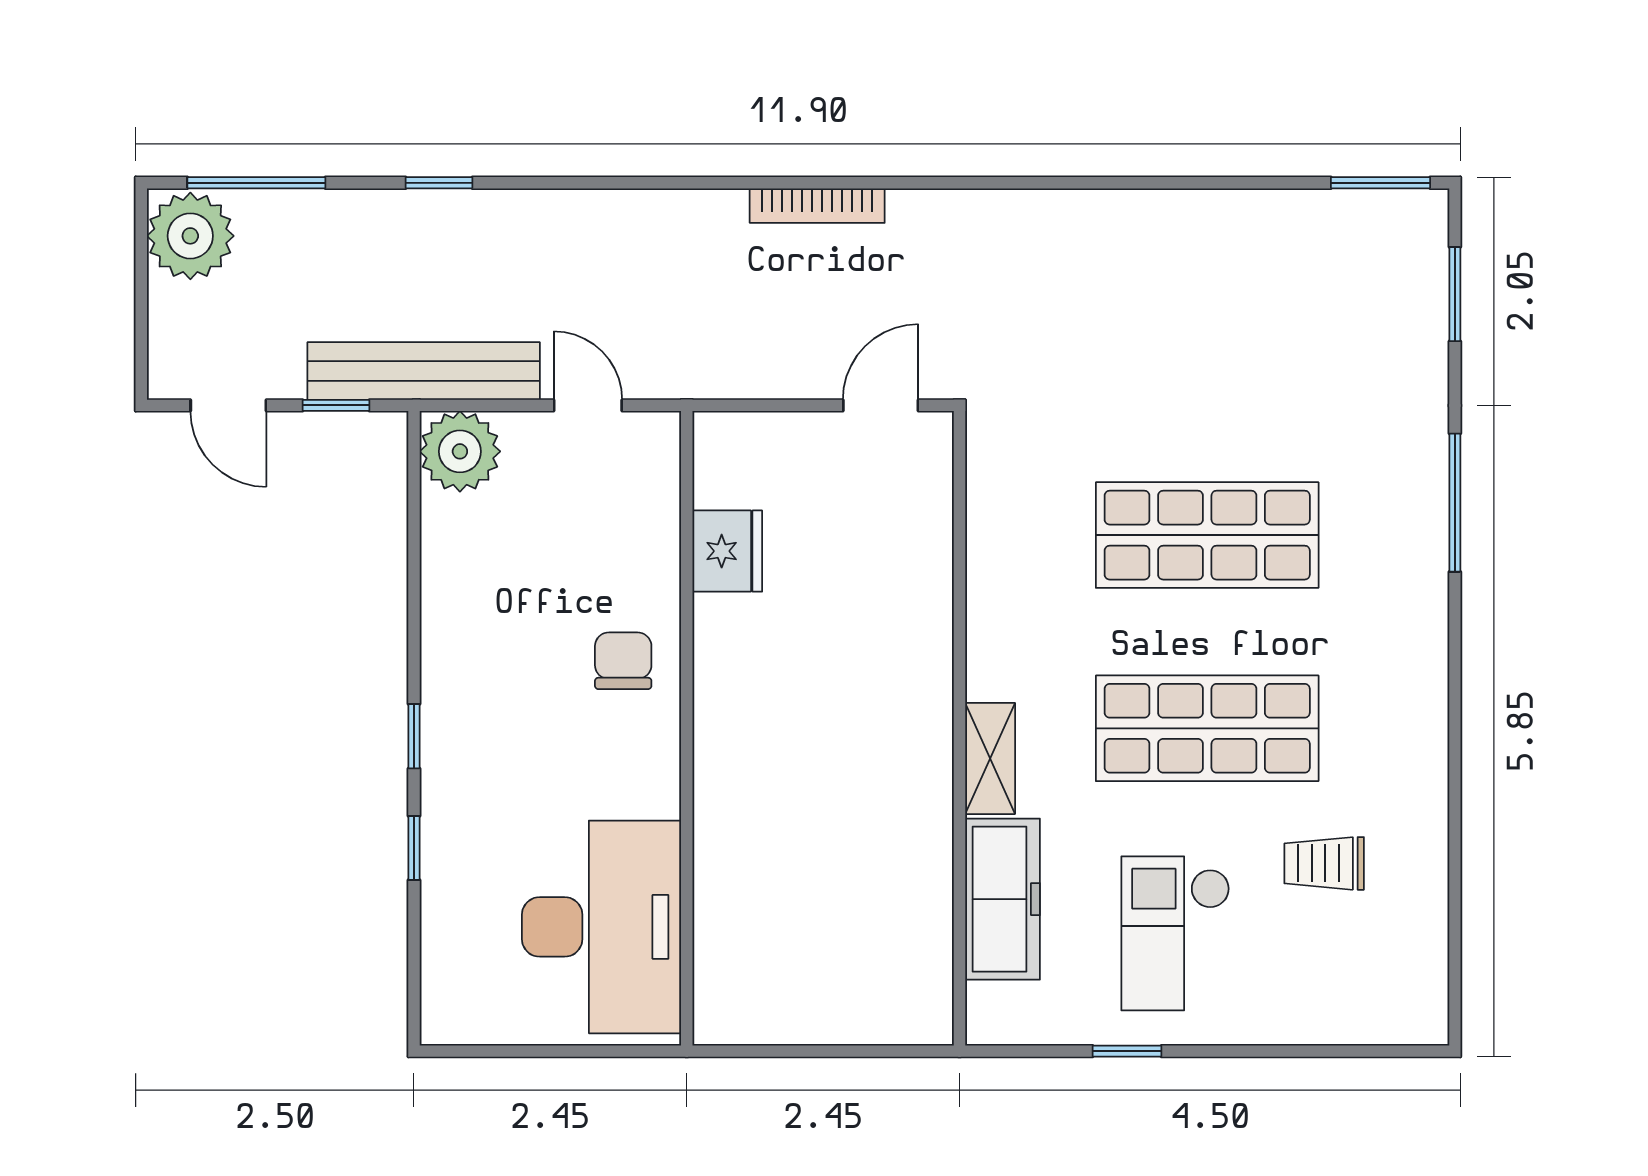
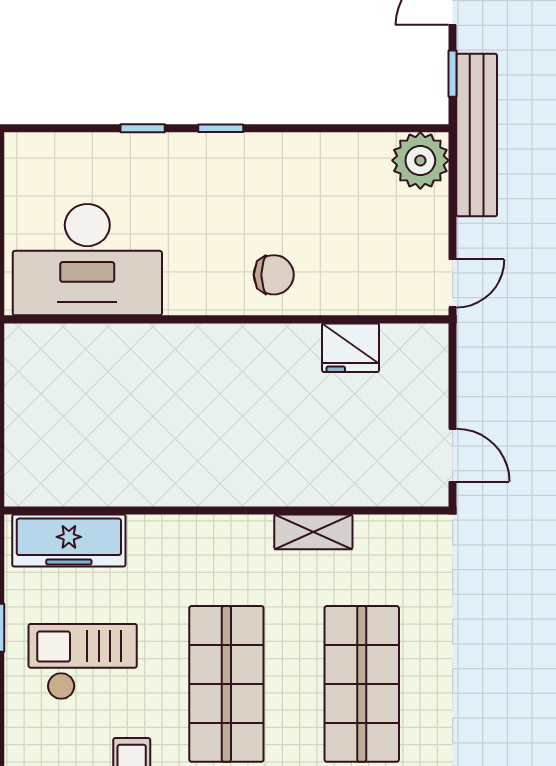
door: (588, 405) -> (453, 283), moved
shelving: (990, 758) -> (313, 532), moved
freezer: (1002, 899) -> (69, 541), moved

